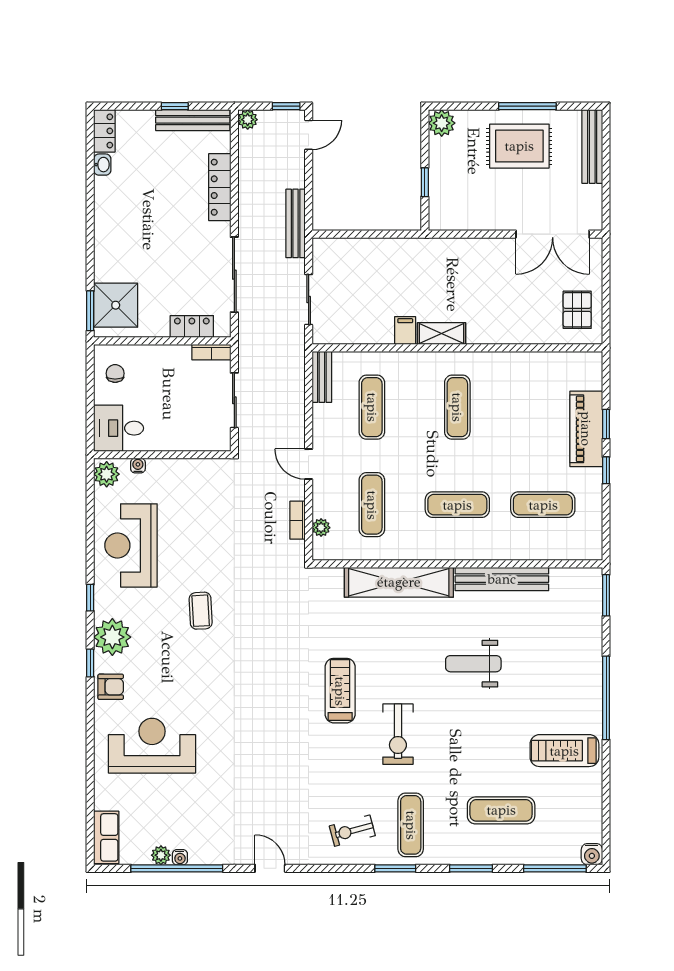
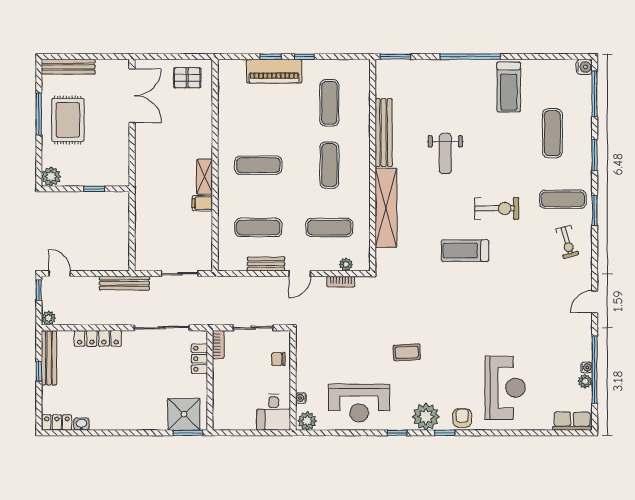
chair: (115, 373) -> (278, 359), moved
bench: (322, 377) -> (266, 264), moved
reception desk: (152, 746) -> (505, 388), turned 180

